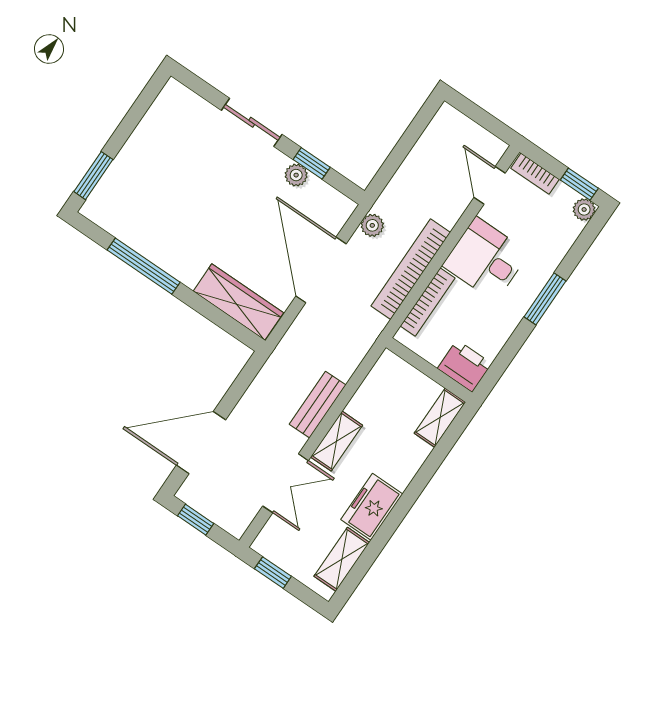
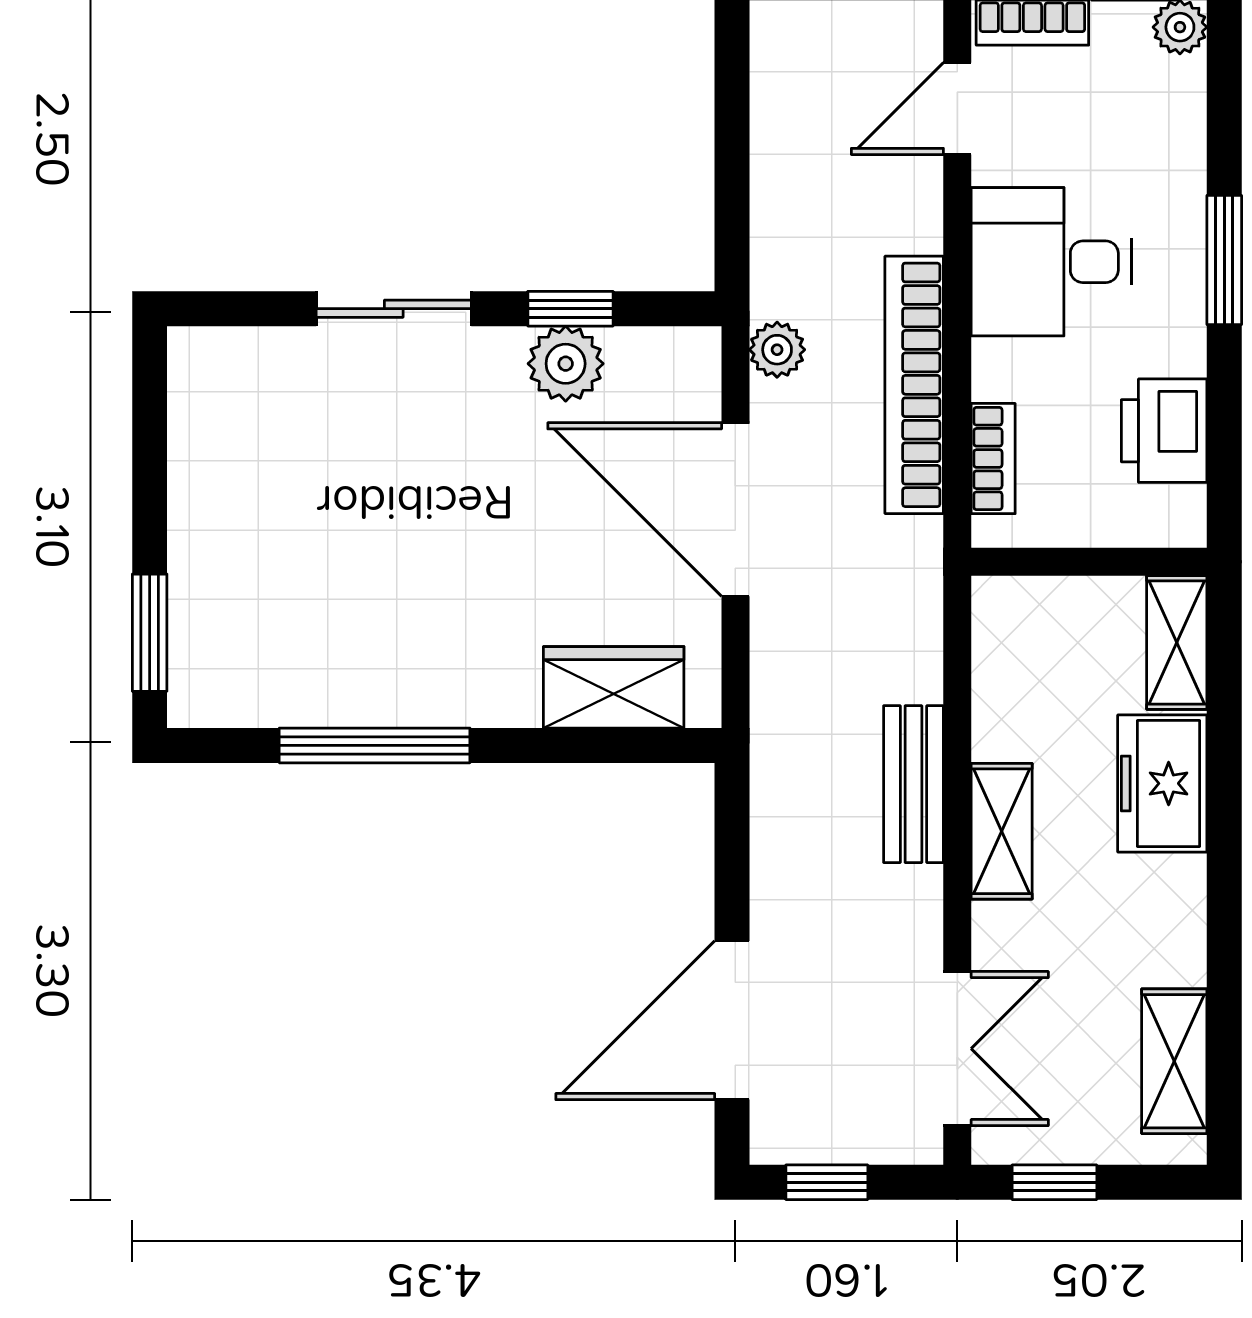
plant: (296, 175) -> (566, 364), width x1.38, depth x1.38
door: (490, 185) -> (957, 109), hinge flipped
wardrobe: (238, 302) -> (614, 687), width x0.67
bookcase: (428, 302) -> (993, 459), width x0.64
printer: (465, 366) -> (1164, 431), moved, turned -90
double door: (286, 483) -> (957, 1049), moved
freezer: (372, 507) -> (1162, 783), moved

